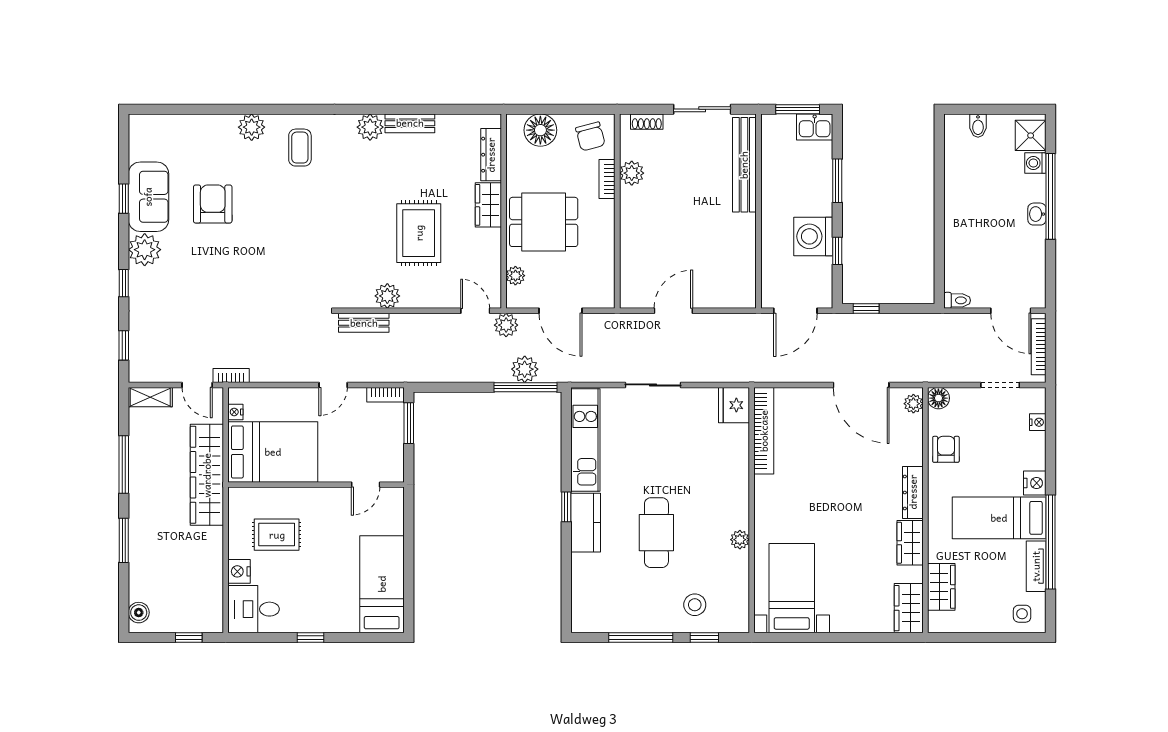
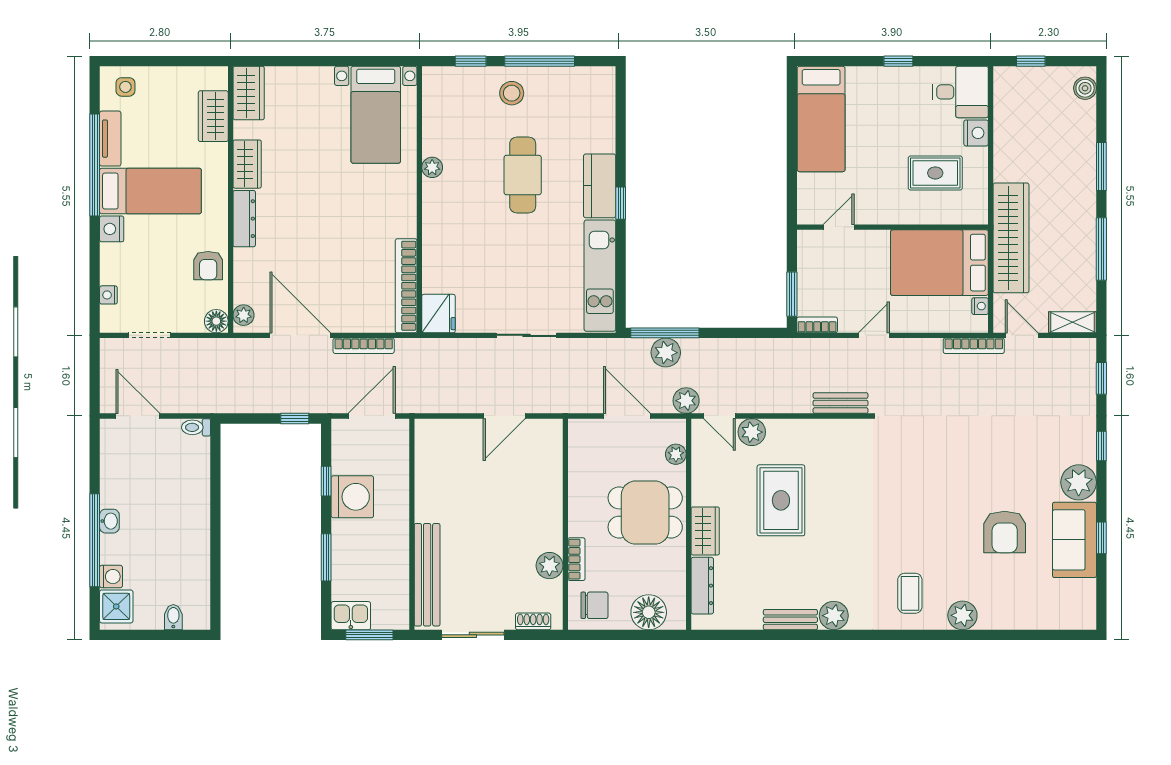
chair: (590, 136) -> (594, 605), turned 105
plant: (387, 296) -> (752, 432), moved
bookcase: (1039, 347) -> (364, 346), moved, turned 90
bookcase: (231, 375) -> (974, 346), width x1.56
stool: (695, 605) -> (512, 93), moved

